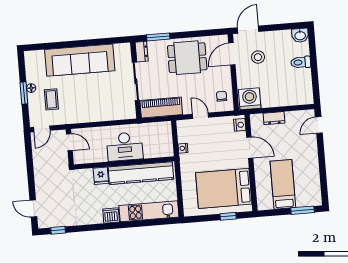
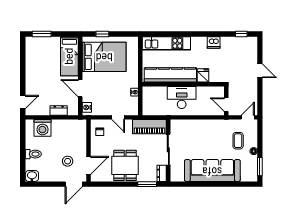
dining table: (187, 58) -> (125, 165), turned 90
window: (24, 93) -> (260, 167), moved
washing machine: (250, 99) -> (42, 128), moved
bed: (283, 184) -> (69, 56), moved
door: (33, 208) -> (260, 71), moved
dishwasher: (111, 215) -> (214, 42), moved

